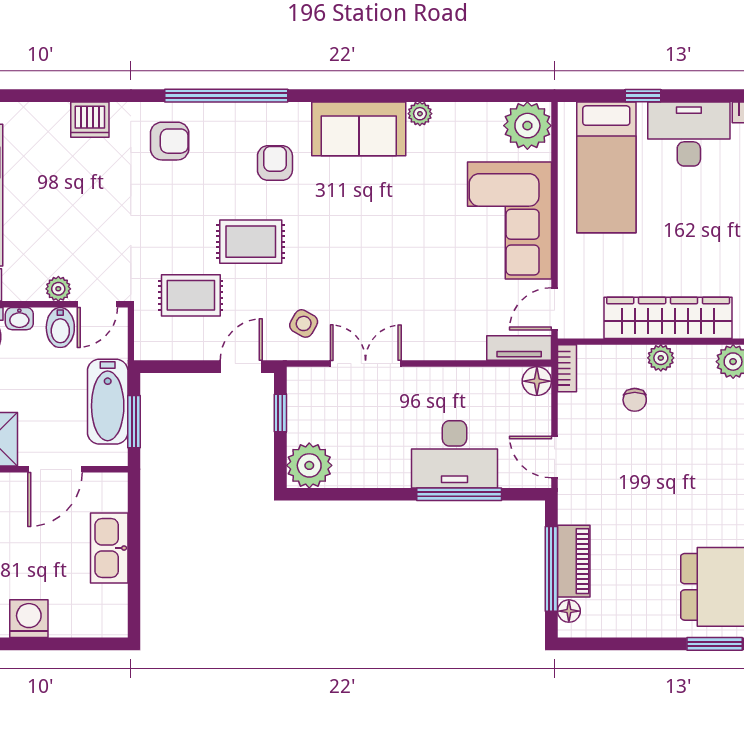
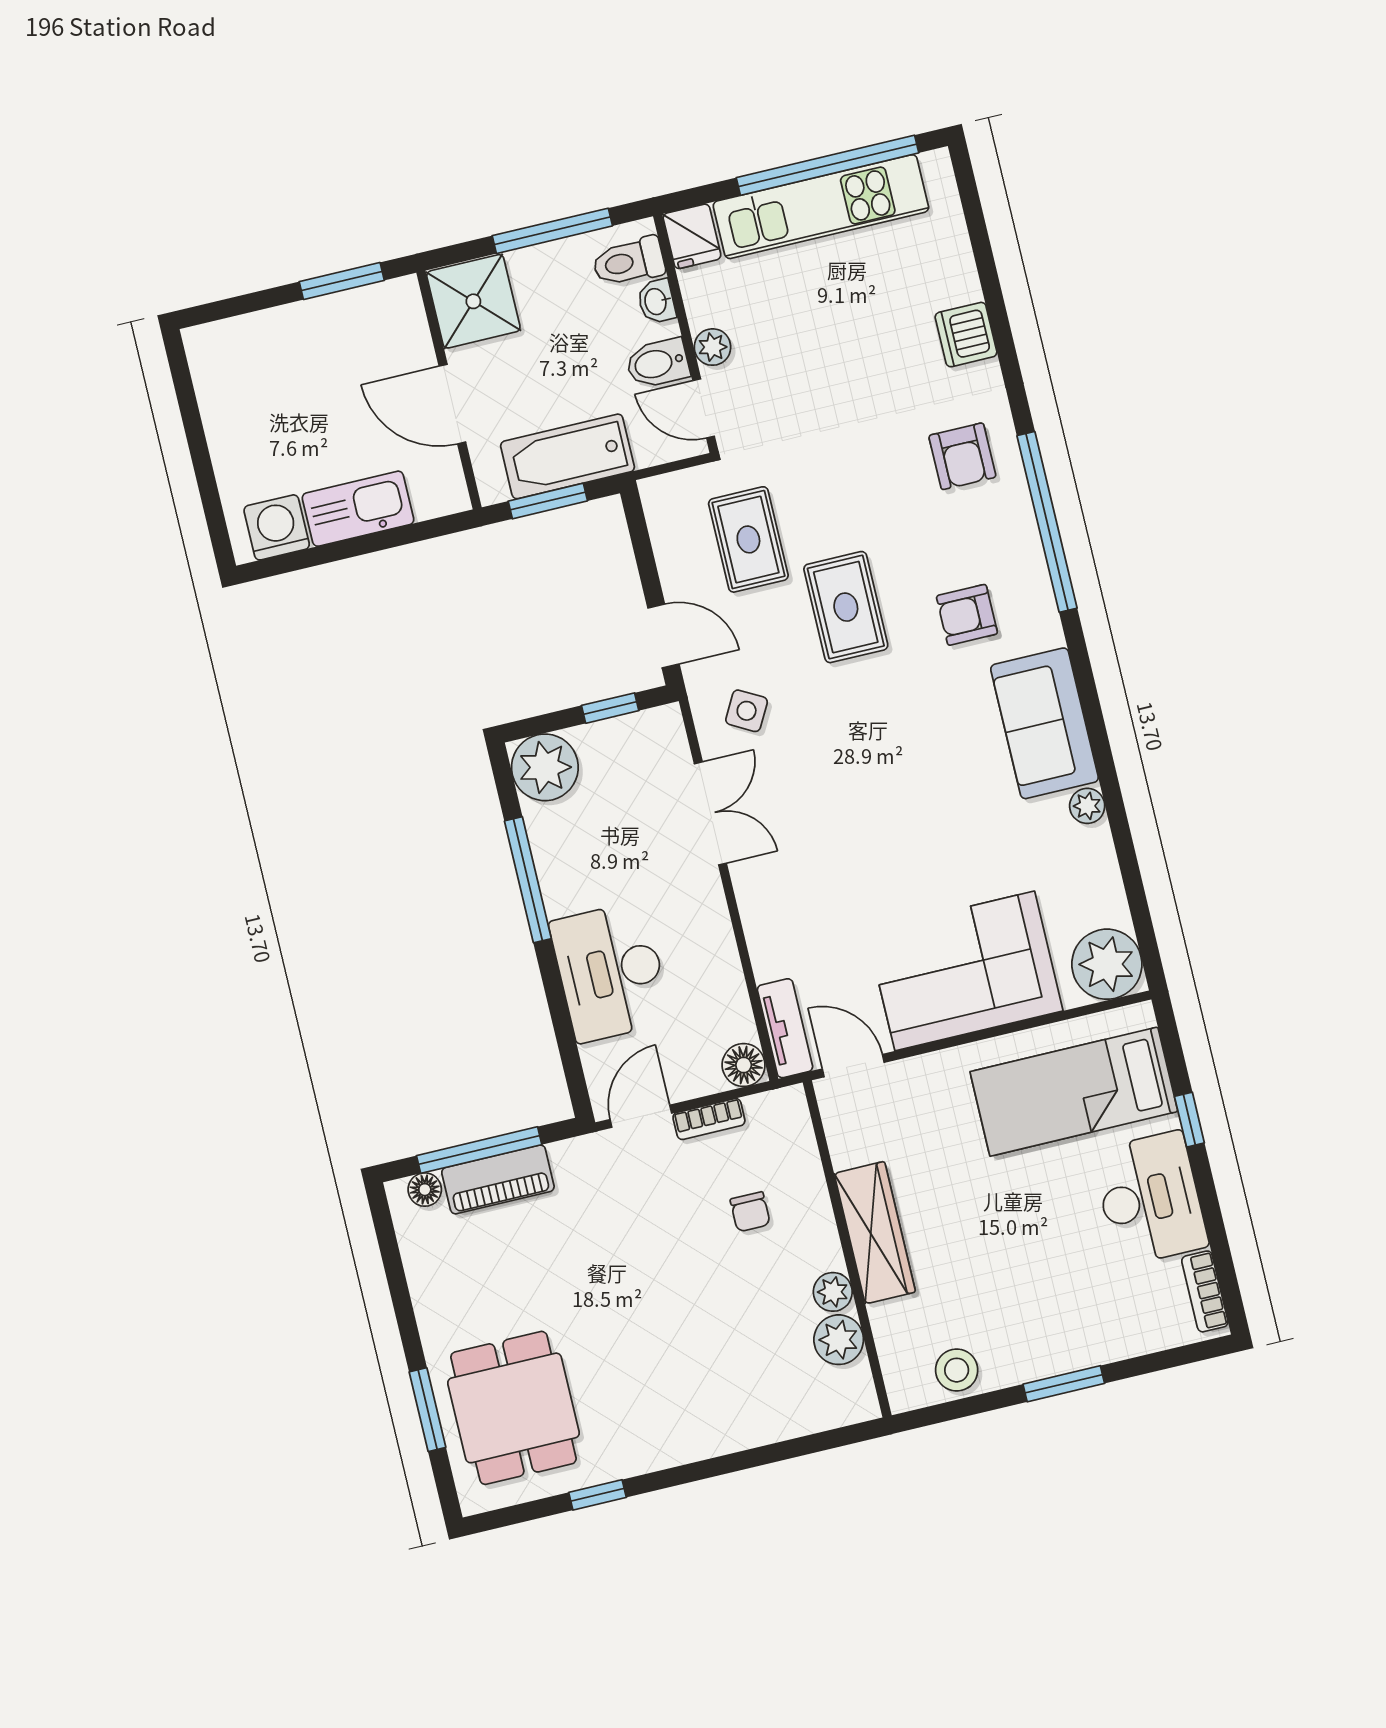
armchair: (275, 163) -> (967, 615), turned 180
wardrobe: (668, 318) -> (875, 1233), width x0.71, depth x0.85
plant: (661, 358) -> (833, 1292), moved
bookcase: (567, 368) -> (709, 1119), moved
chair: (635, 400) -> (750, 1212), turned -90
window: (459, 494) -> (528, 880), moved
washing machine: (29, 619) -> (277, 527), moved, turned -90

